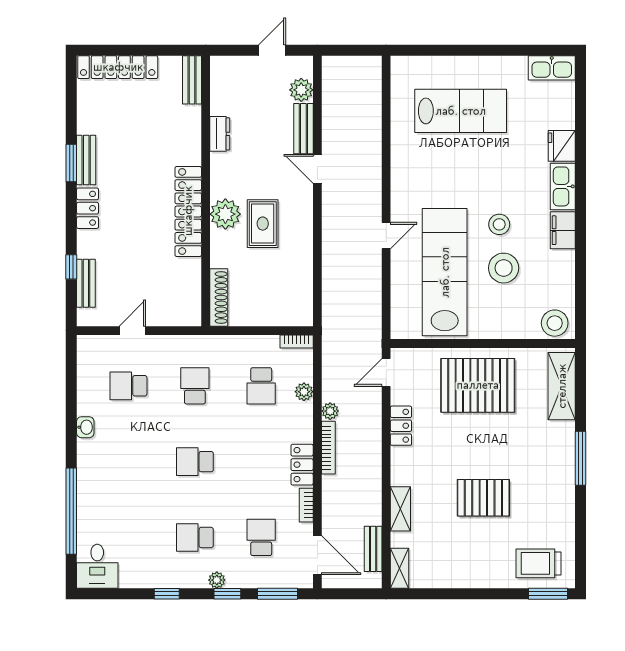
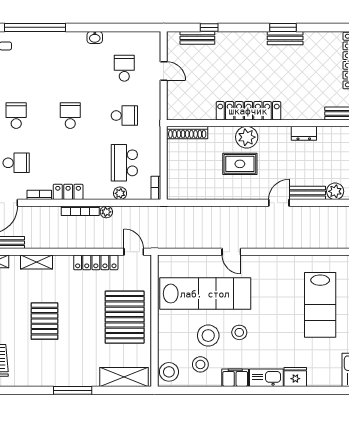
locker: (88, 208) -> (251, 39), removed
stool: (544, 279) -> (200, 364), added
school desk: (261, 386) -> (124, 163), width x1.85
locker: (401, 426) -> (96, 262), width x1.53

